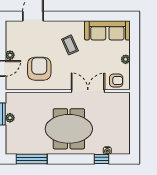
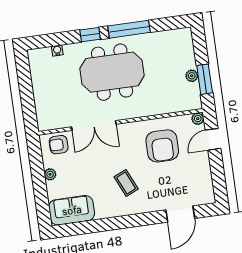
sofa: (107, 30) -> (72, 210), width x0.73
plant: (10, 55) -> (198, 119), moved
window: (32, 159) -> (129, 29), moved
window: (102, 159) -> (90, 35), moved

